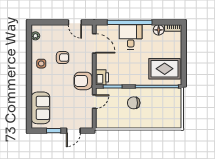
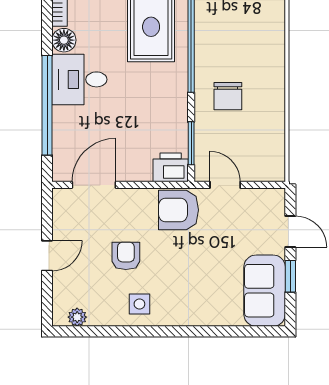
door: (75, 22) -> (47, 256), moved
desk: (131, 37) -> (79, 79), moved
armchair: (83, 81) -> (179, 210), turned 90
sofa: (40, 108) -> (265, 291), moved, turned -90

